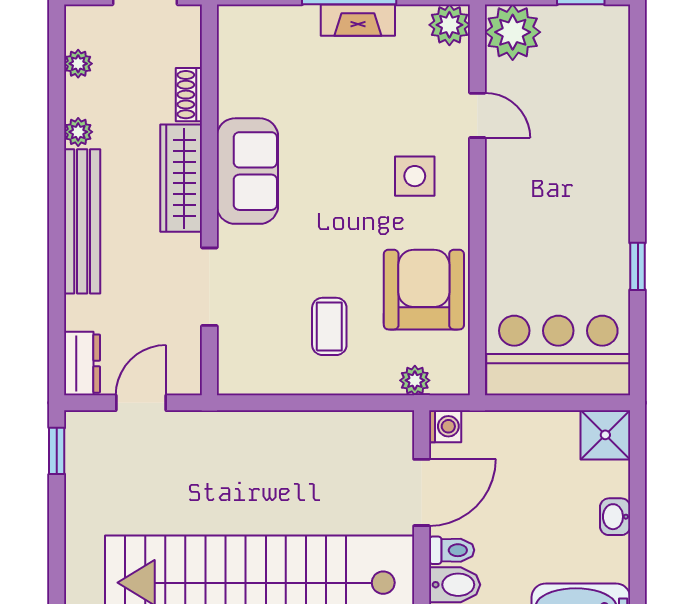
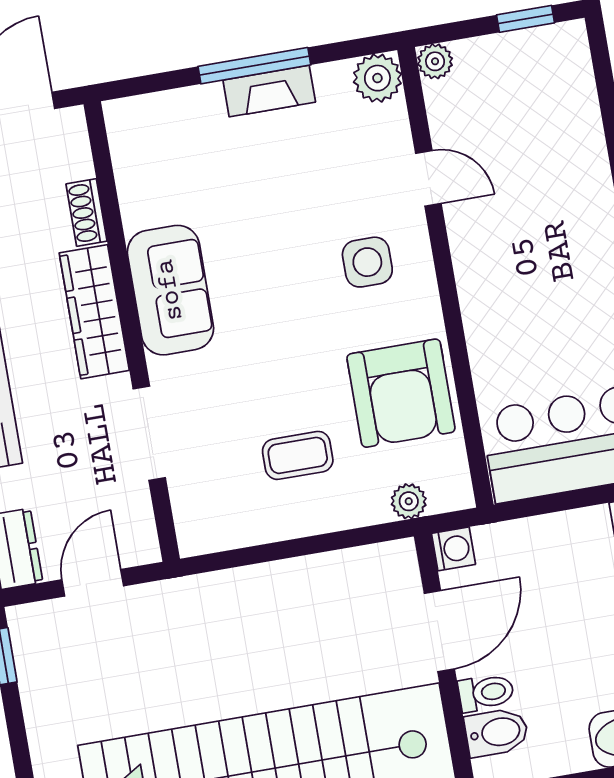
plant: (513, 32) -> (435, 61), width x0.53, depth x0.53
armchair: (424, 290) -> (401, 393), turned 180
coffee table: (329, 326) -> (298, 455), turned 90

